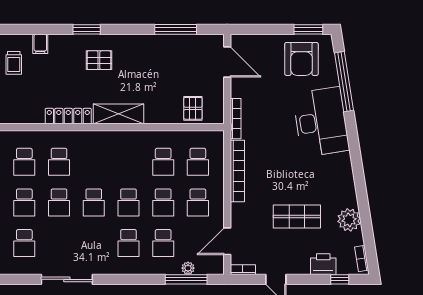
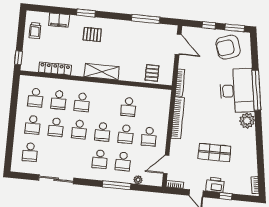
window: (270, 29) -> (209, 25), added
filing cabinet: (40, 44) -> (59, 20), width x2.00
armchair: (301, 59) -> (228, 47), turned 71
window: (344, 82) -> (256, 90), moved
locker: (68, 116) -> (55, 69), moved
school desk: (198, 162) -> (82, 102), moved
plant: (349, 220) -> (247, 121), moved
printer: (323, 264) -> (215, 185), moved
window: (186, 279) -> (117, 185), moved
window: (340, 279) -> (226, 196), moved

